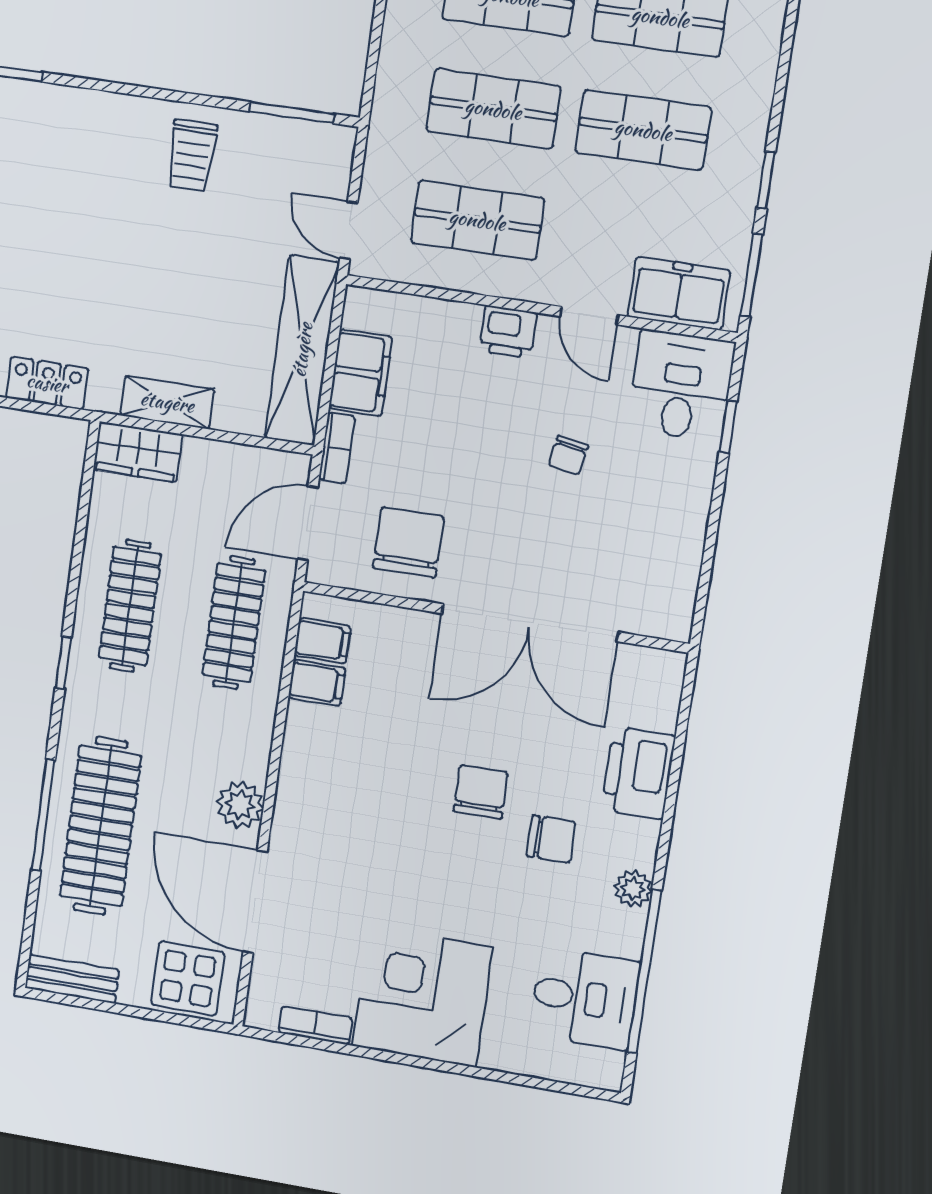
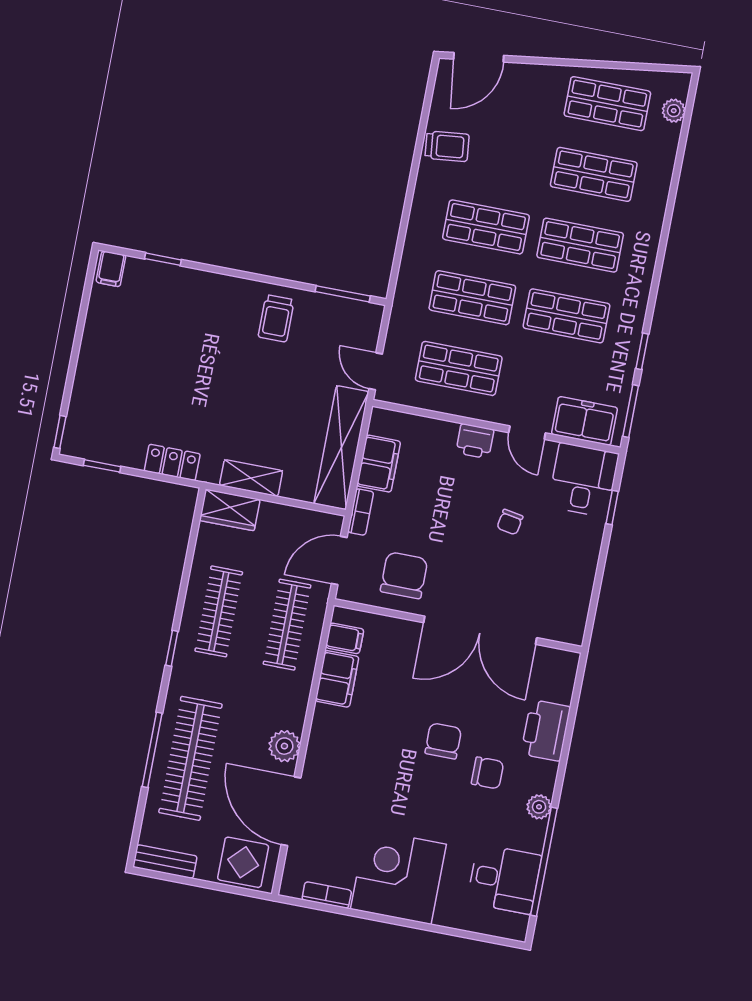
filing cabinet: (317, 683) -> (337, 679), width x2.00

